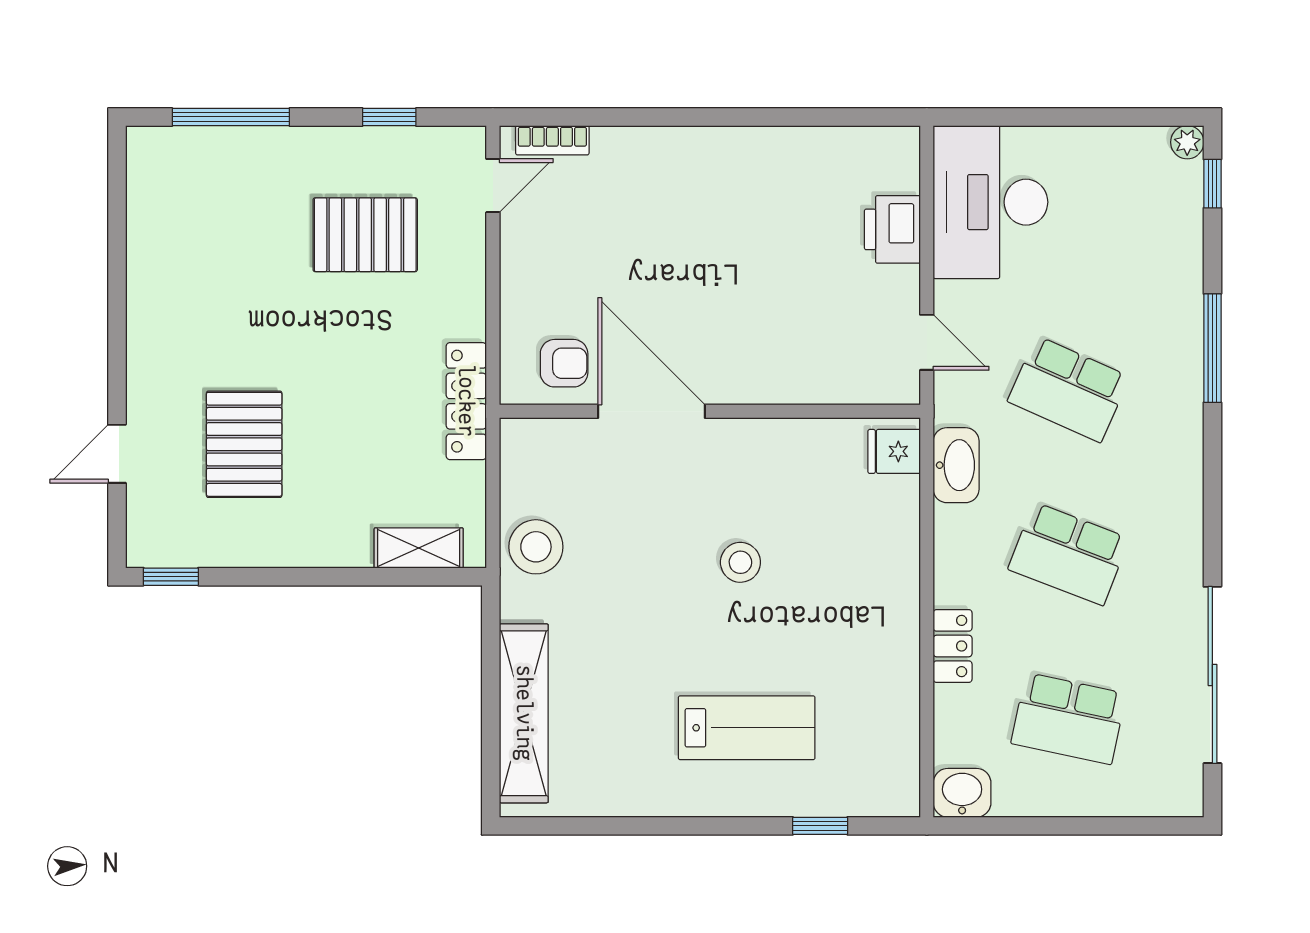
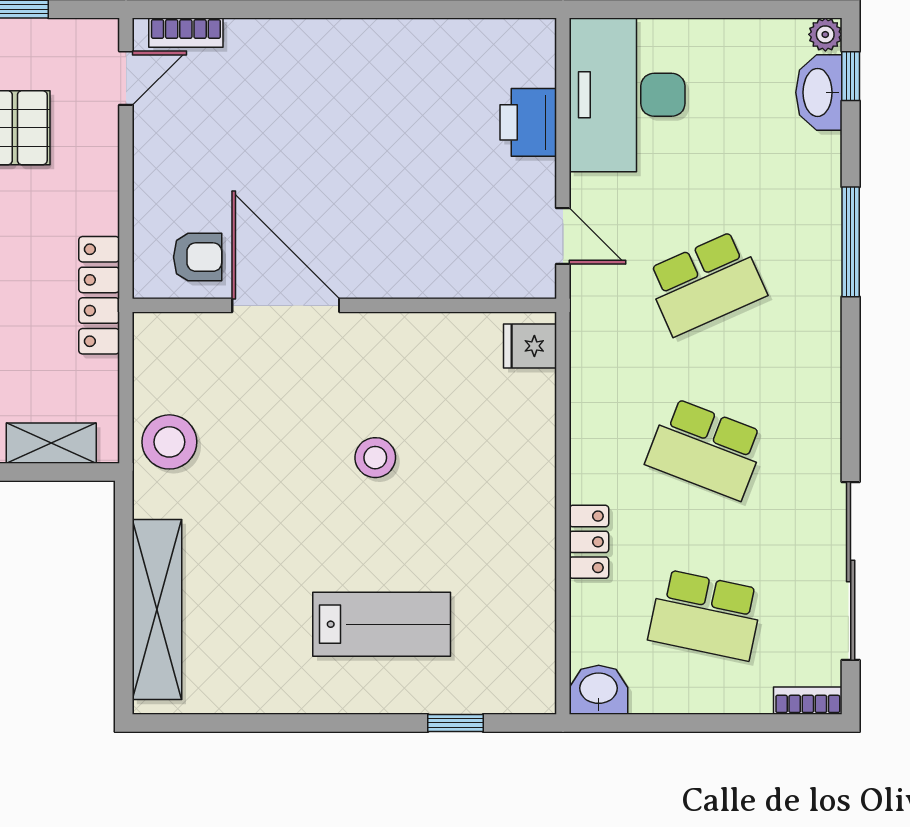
school desk: (1069, 389) -> (706, 283), turned -48
washbasin: (956, 465) -> (819, 92), moved, turned 180
bookcase: (1170, 804) -> (808, 701), added

